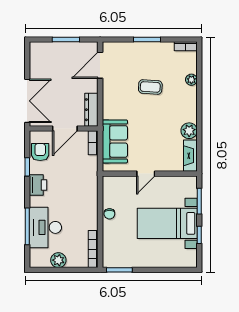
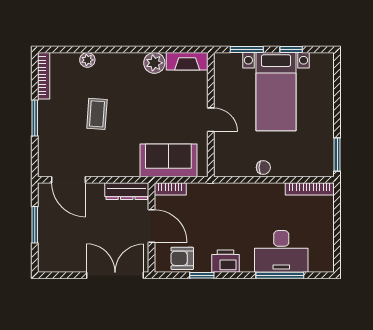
bookcase: (186, 46) -> (44, 76), width x1.56
plant: (58, 260) -> (324, 234), removed

